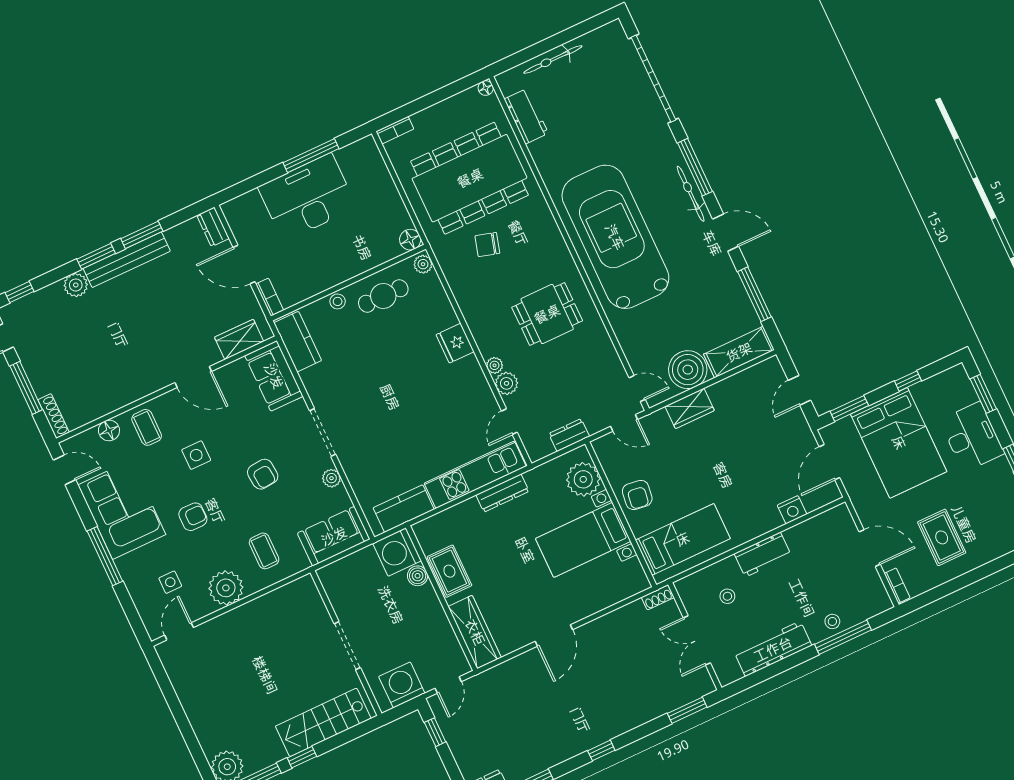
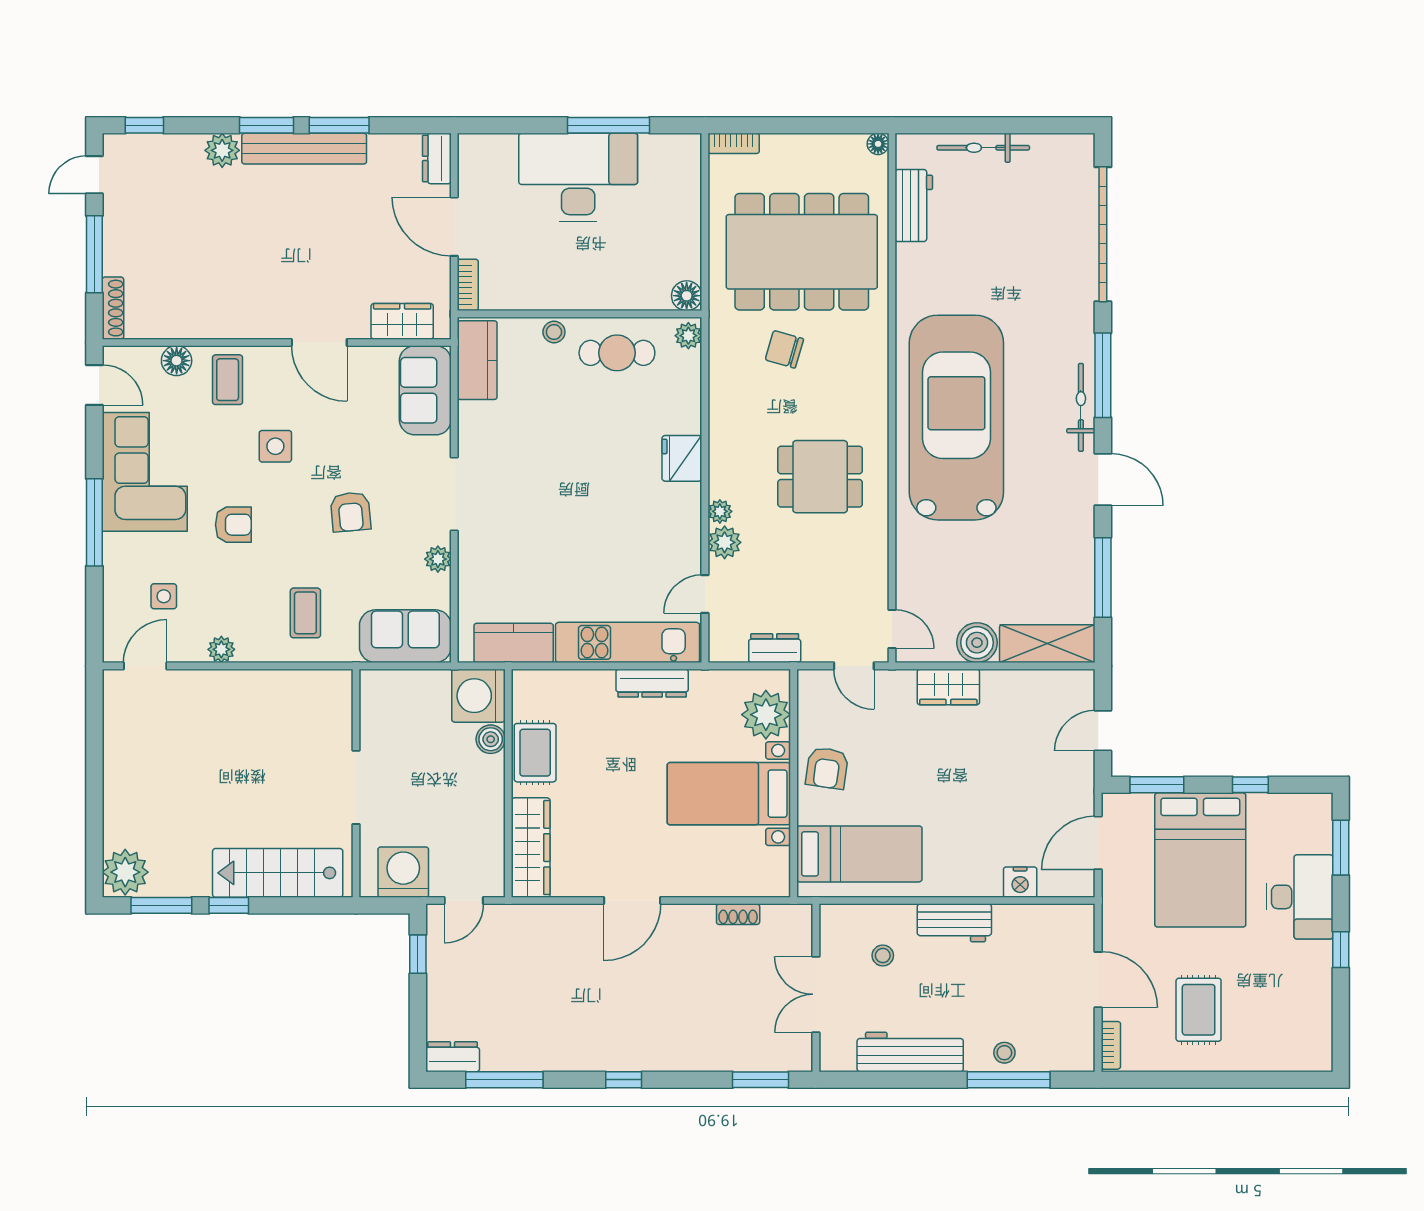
boiler: (688, 370) -> (977, 643), width x0.73, depth x0.73
plant: (226, 588) -> (221, 649), width x0.53, depth x0.53
shoe rack: (658, 597) -> (738, 914), moved

